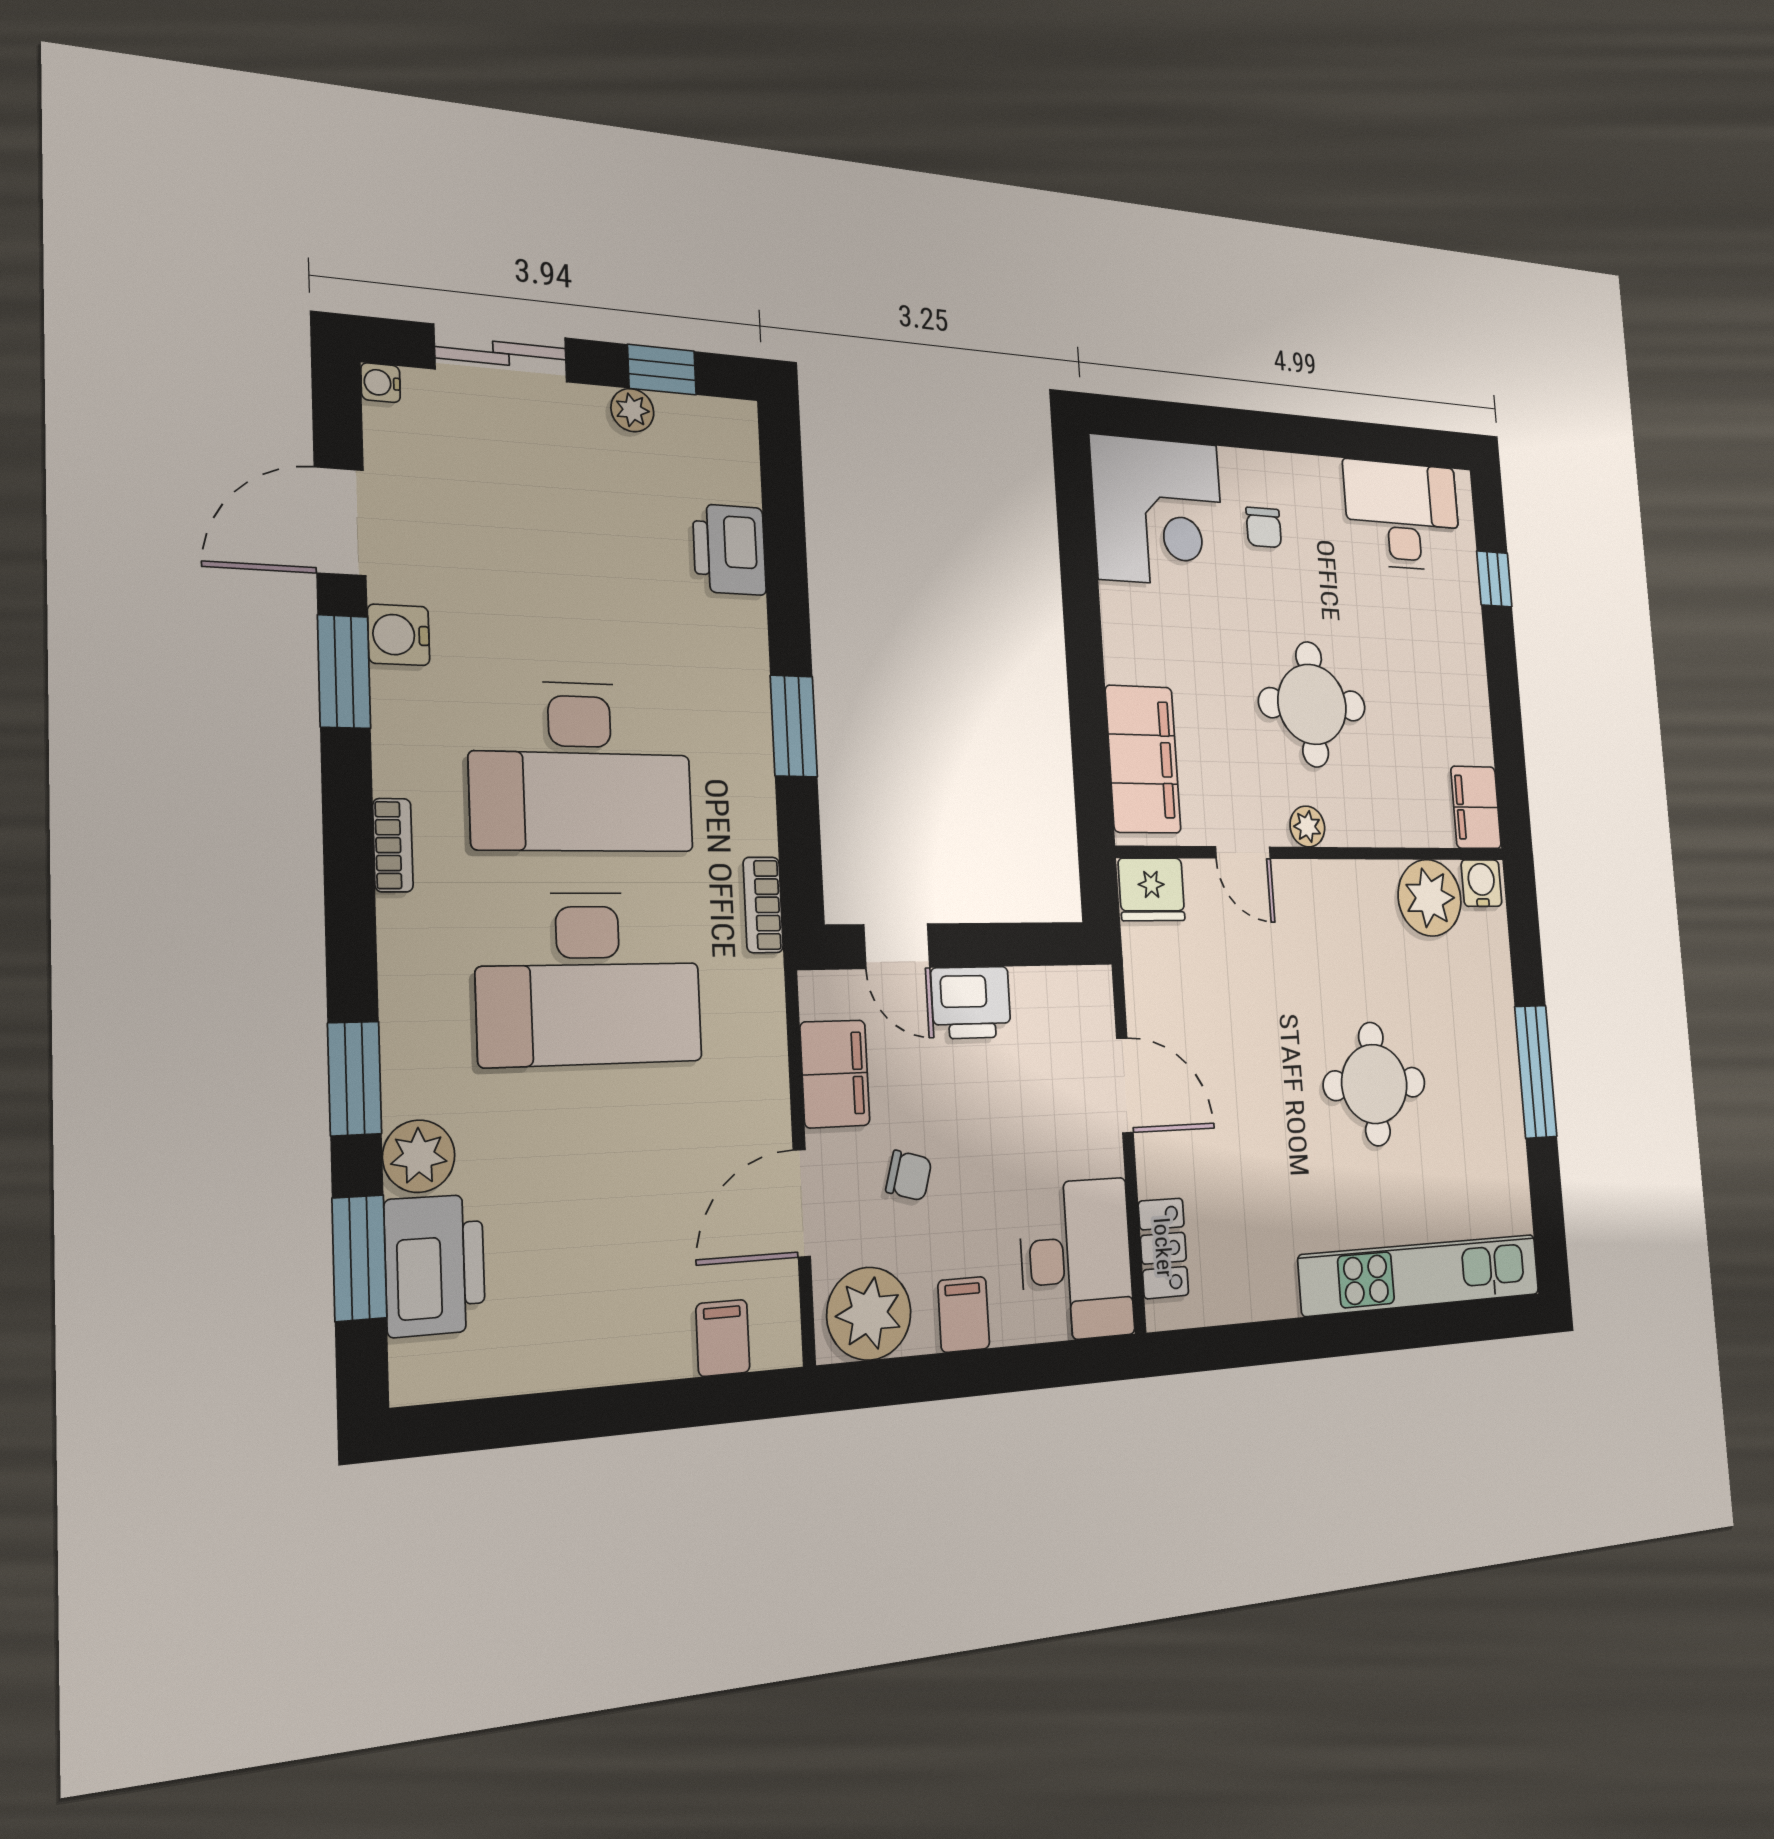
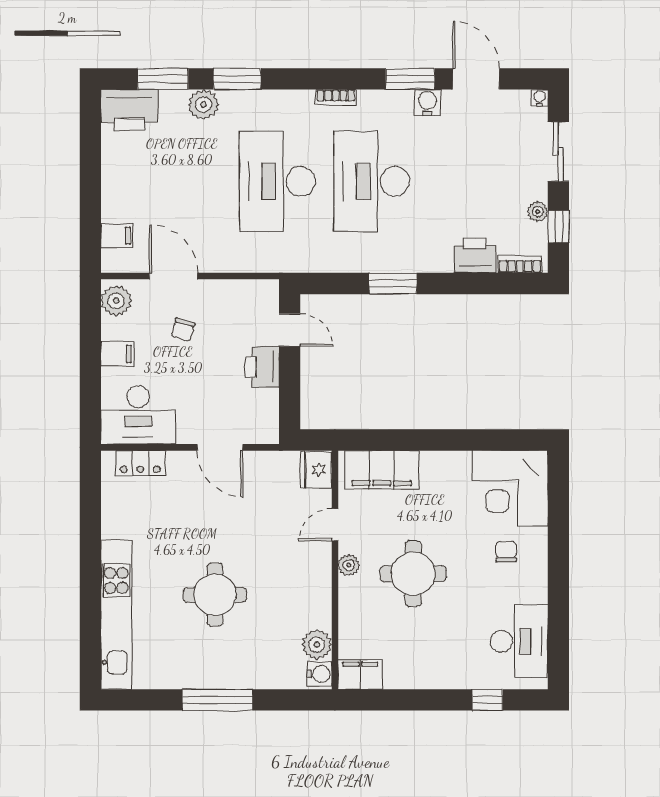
chair: (1264, 527) -> (506, 552), turned 90
plant: (1430, 898) -> (317, 645), width x0.73, depth x0.73
bookcase: (763, 905) -> (520, 264), moved
door: (897, 946) -> (290, 330), swing flipped
filing cabinet: (835, 1074) -> (231, 295), removed
door: (1125, 1085) -> (220, 447), hinge flipped
printer: (435, 1265) -> (129, 110), moved
plant: (869, 1314) -> (116, 301), width x0.73, depth x0.73

